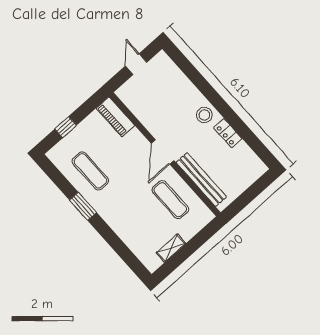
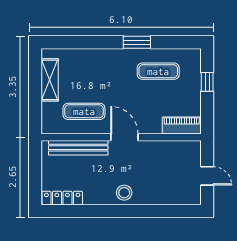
locker: (228, 133) -> (62, 198), moved, width x1.53
shelving: (171, 248) -> (50, 80), width x1.50, depth x1.33

